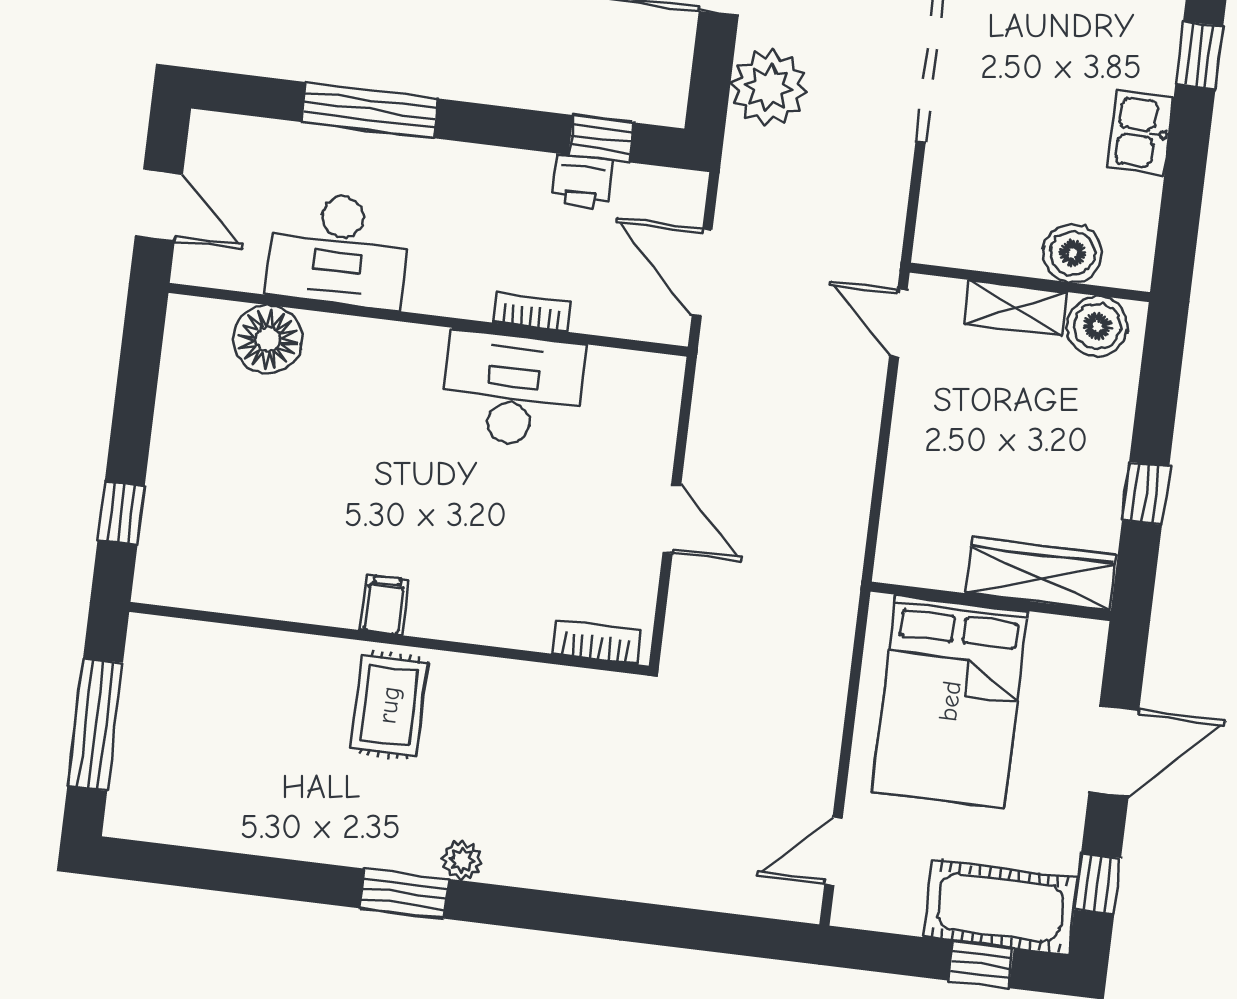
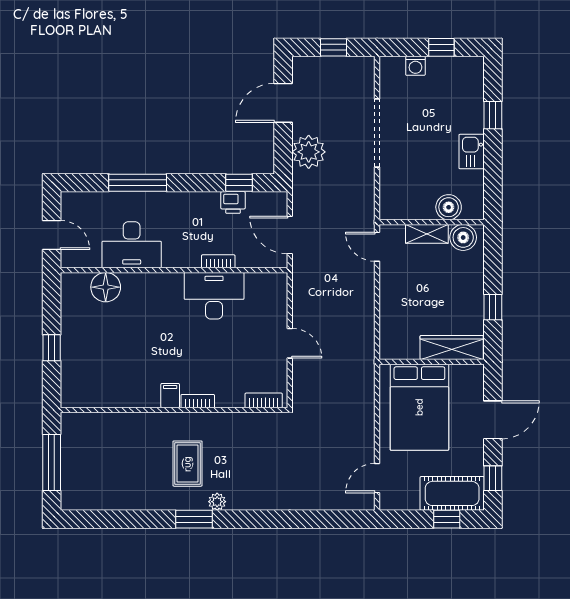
window: (121, 513) -> (52, 348), moved
bookcase: (446, 625) -> (198, 401), added
rug: (389, 705) -> (187, 464), moved

